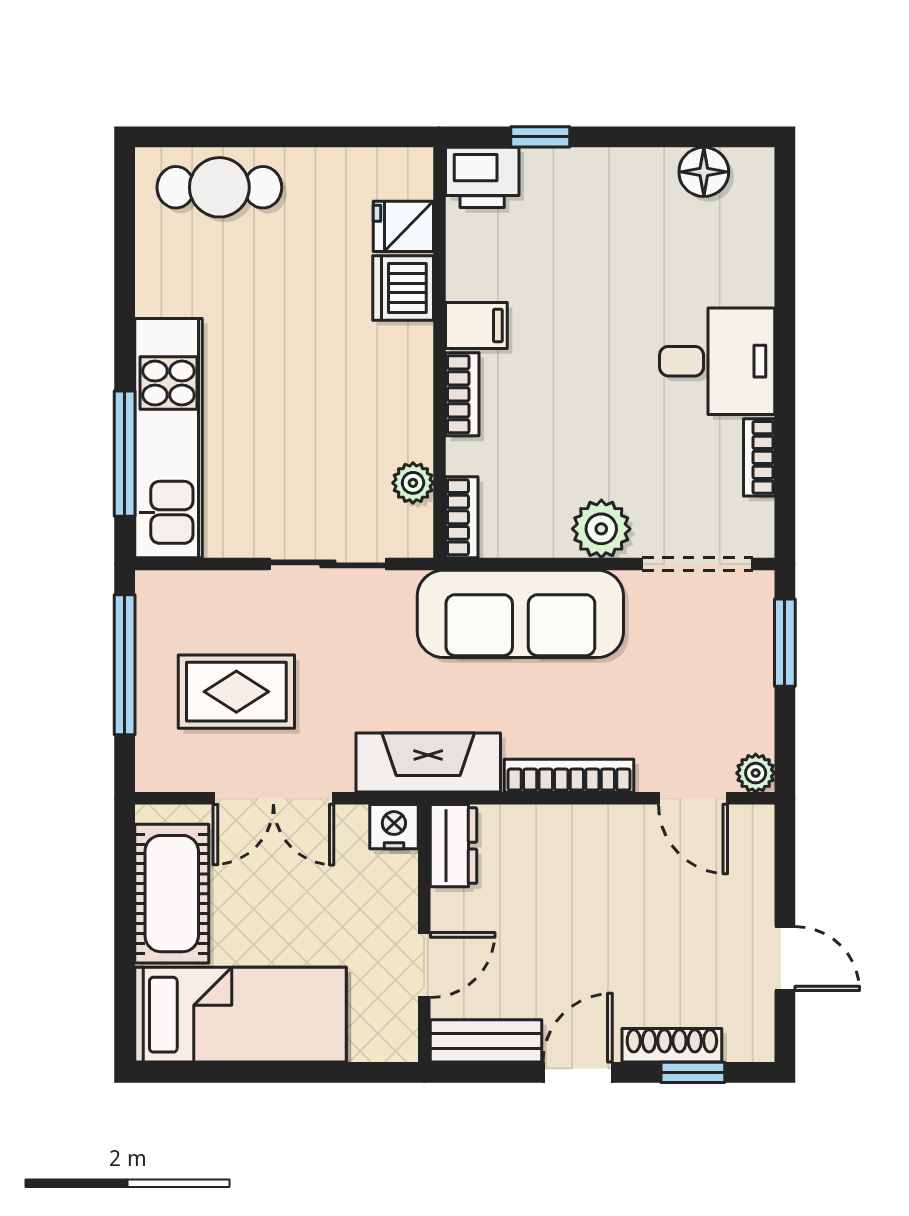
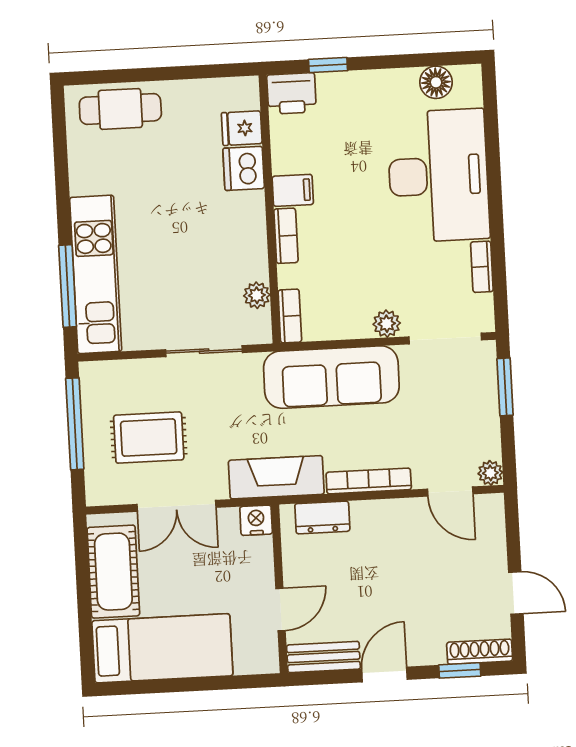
desk: (717, 361) -> (438, 176), width x1.87, depth x1.30
plant: (601, 529) -> (387, 324), width x0.73, depth x0.73
dresser: (453, 846) -> (322, 517), moved, turned 90
shoe rack: (672, 1045) -> (480, 652), moved

